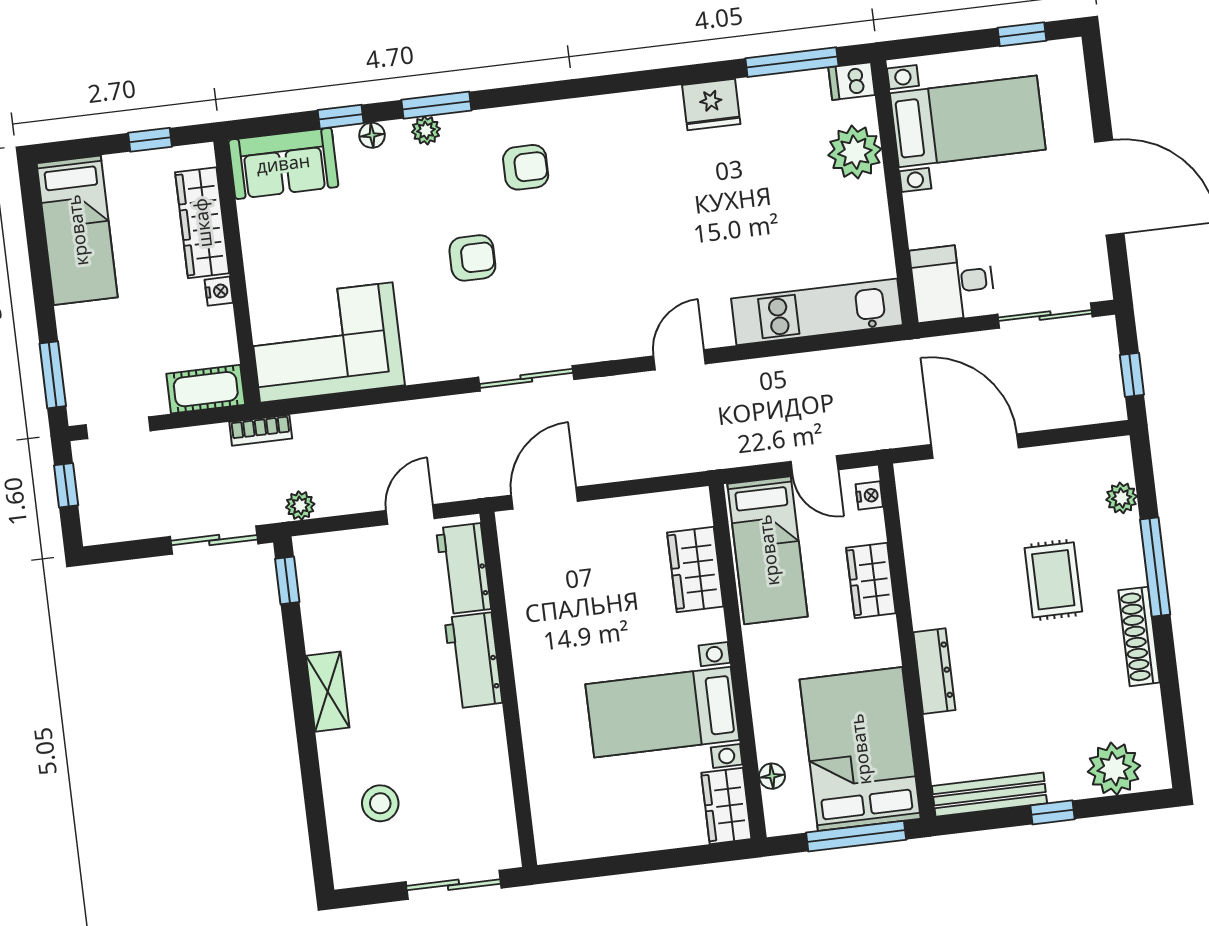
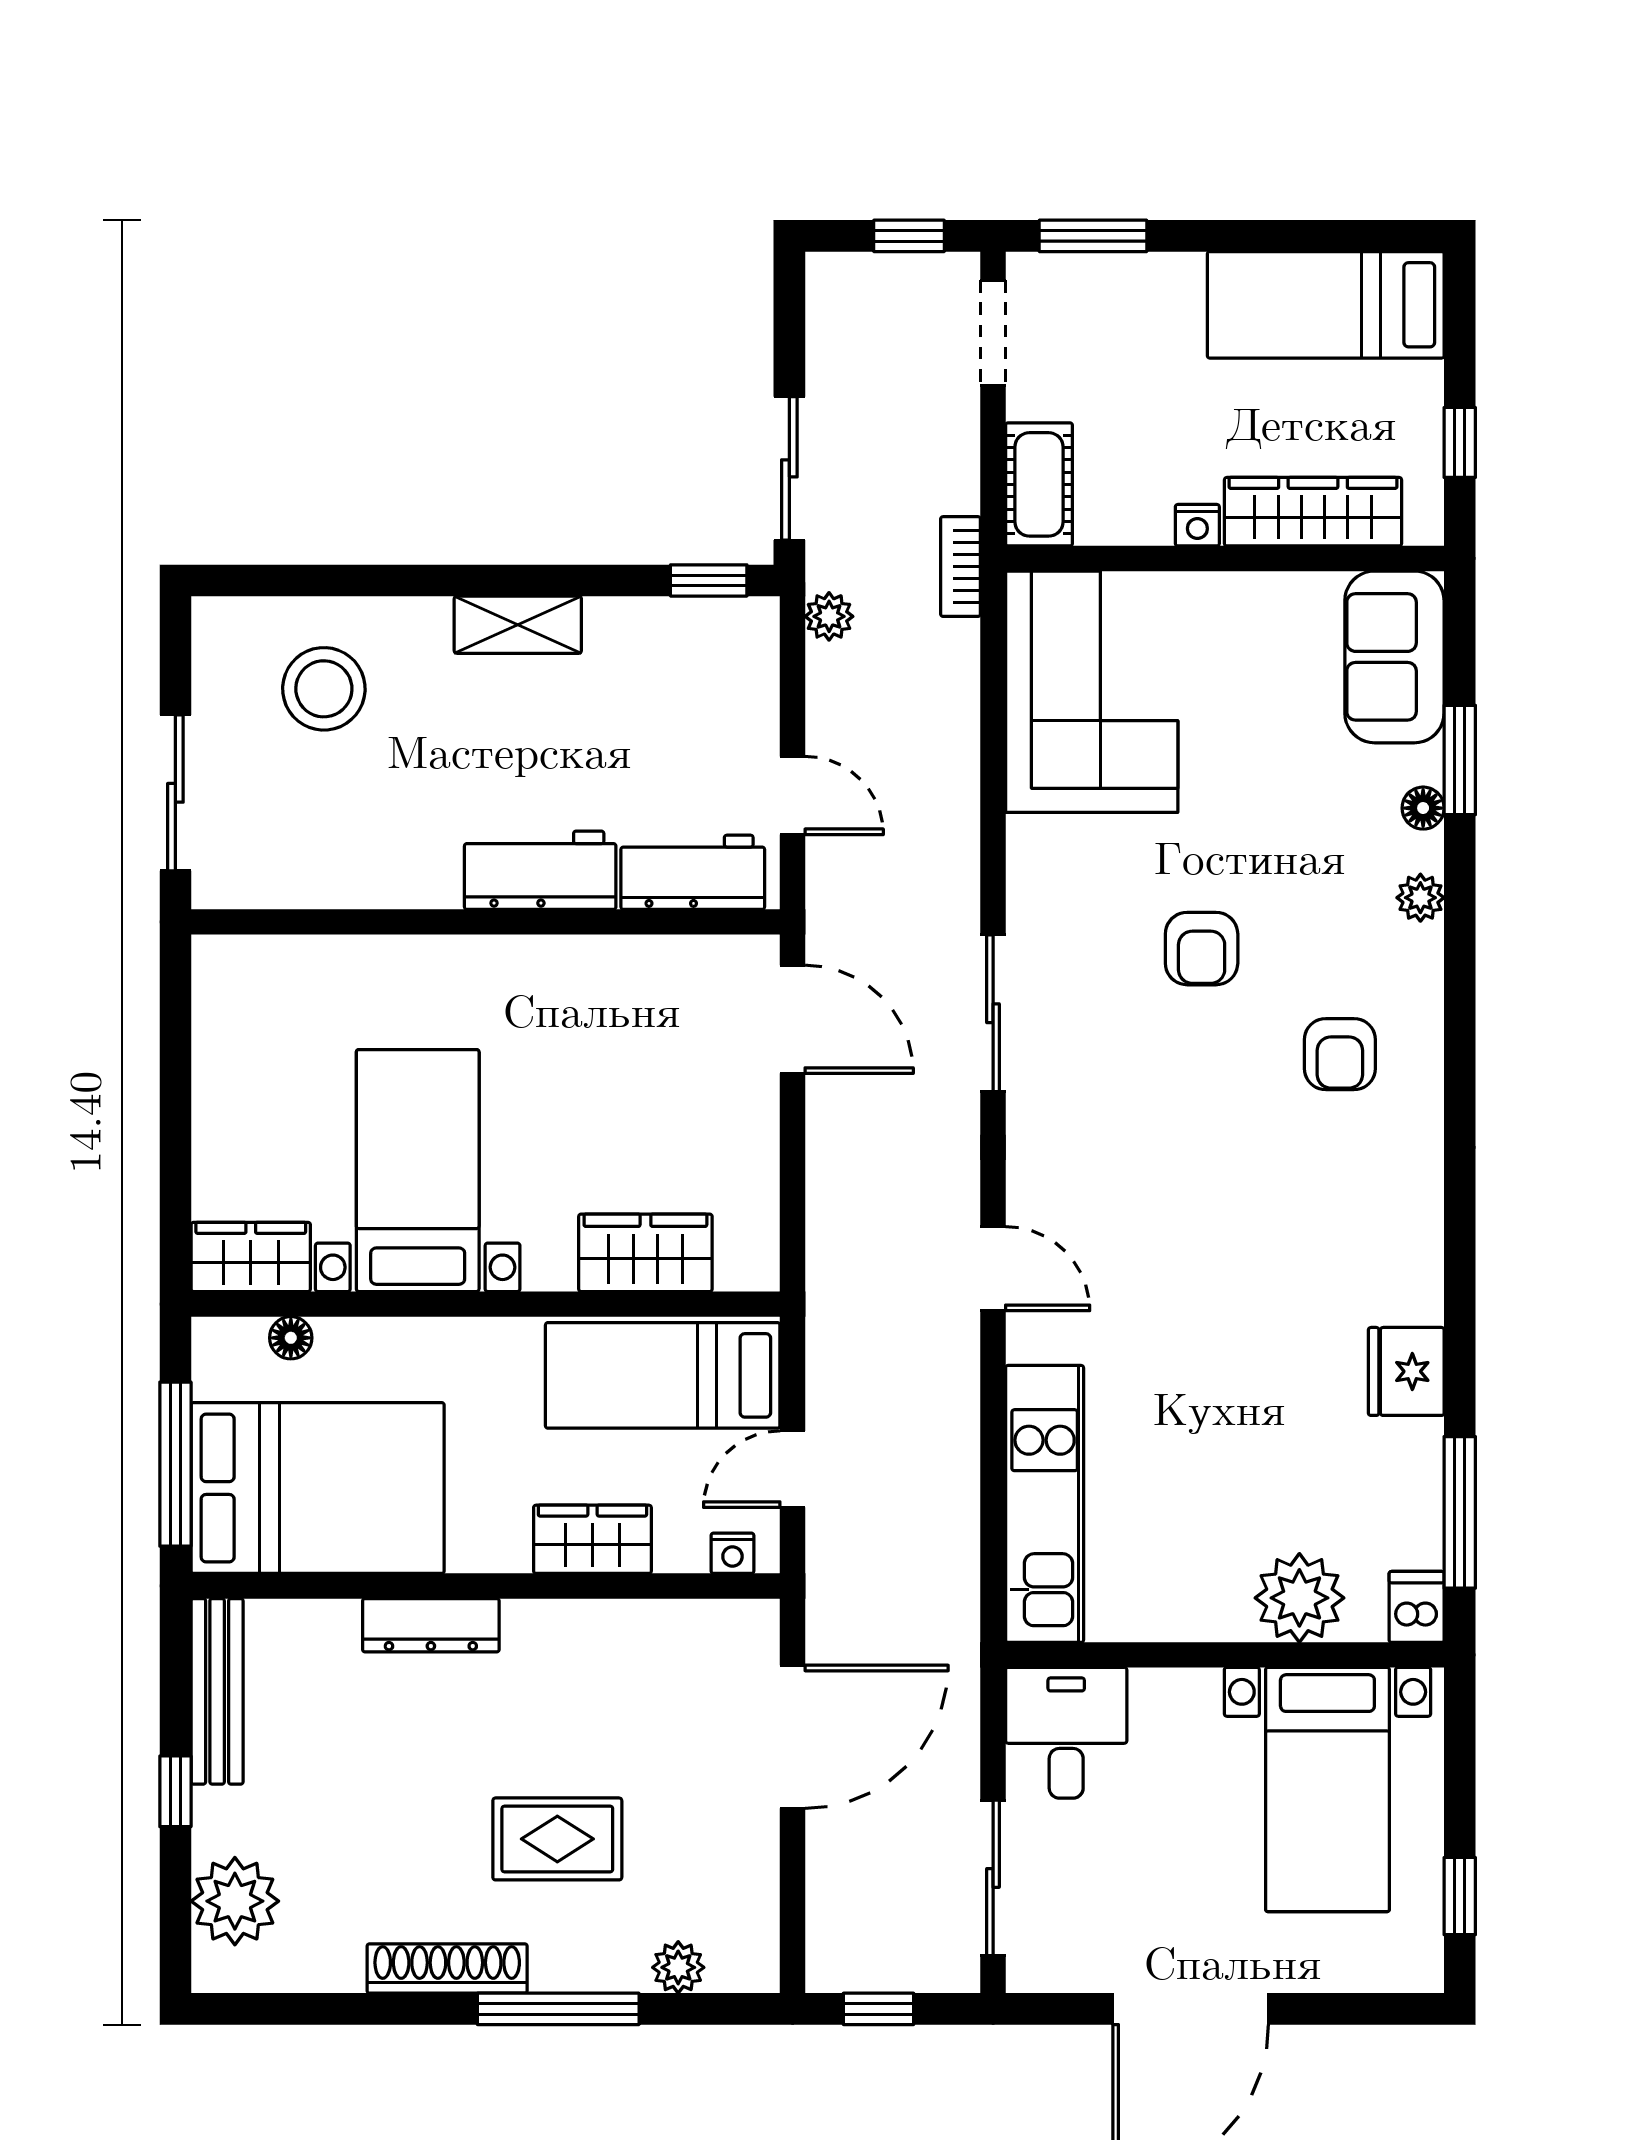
window: (436, 105) -> (1460, 920), removed
window: (341, 117) -> (1460, 760), width x1.50
stool: (380, 803) -> (324, 689), width x1.38, depth x1.38

